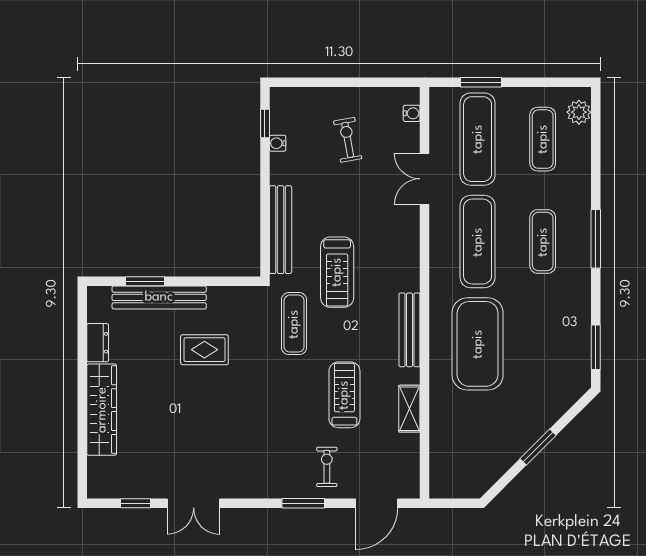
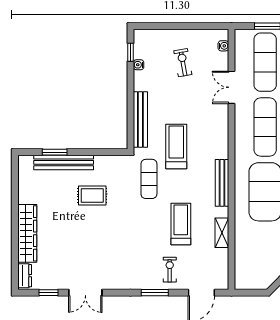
treadmill: (337, 272) -> (176, 146), turned 180
dresser: (98, 343) -> (25, 276), moved

